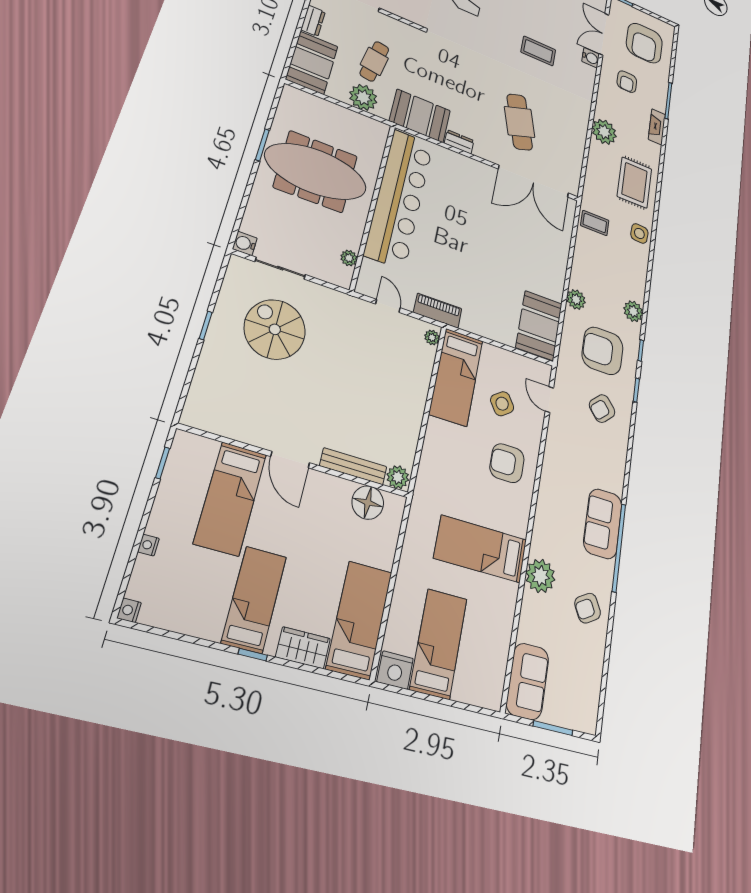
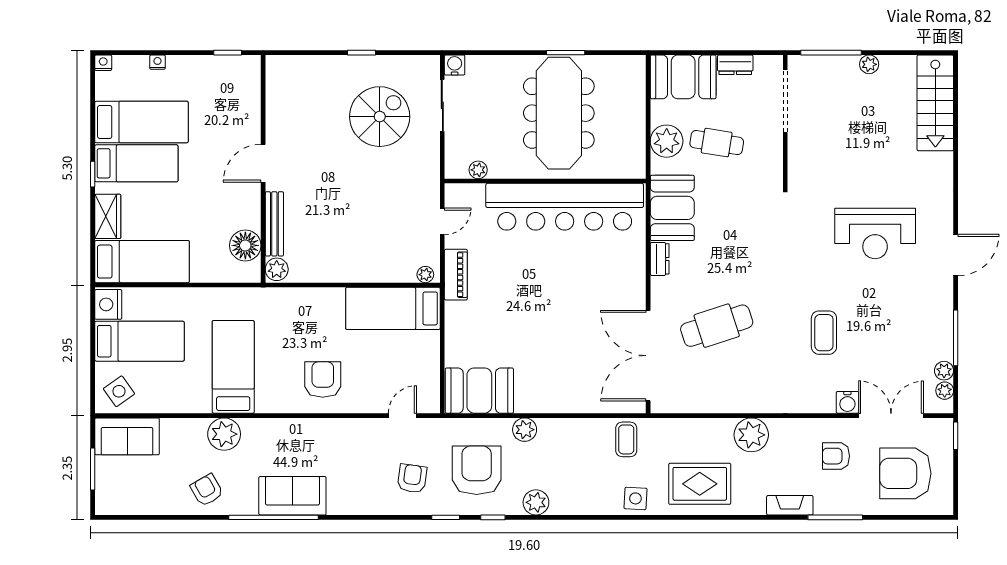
side table: (502, 404) -> (119, 391), moved
armchair: (602, 409) -> (412, 478), turned 51
bed: (230, 498) -> (141, 122), moved, turned 180

